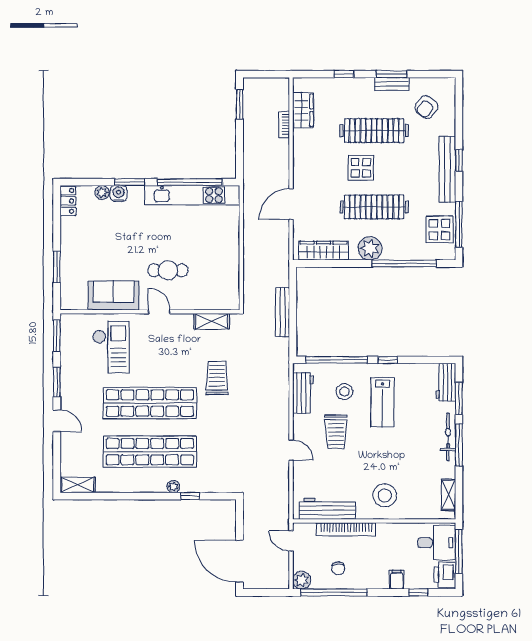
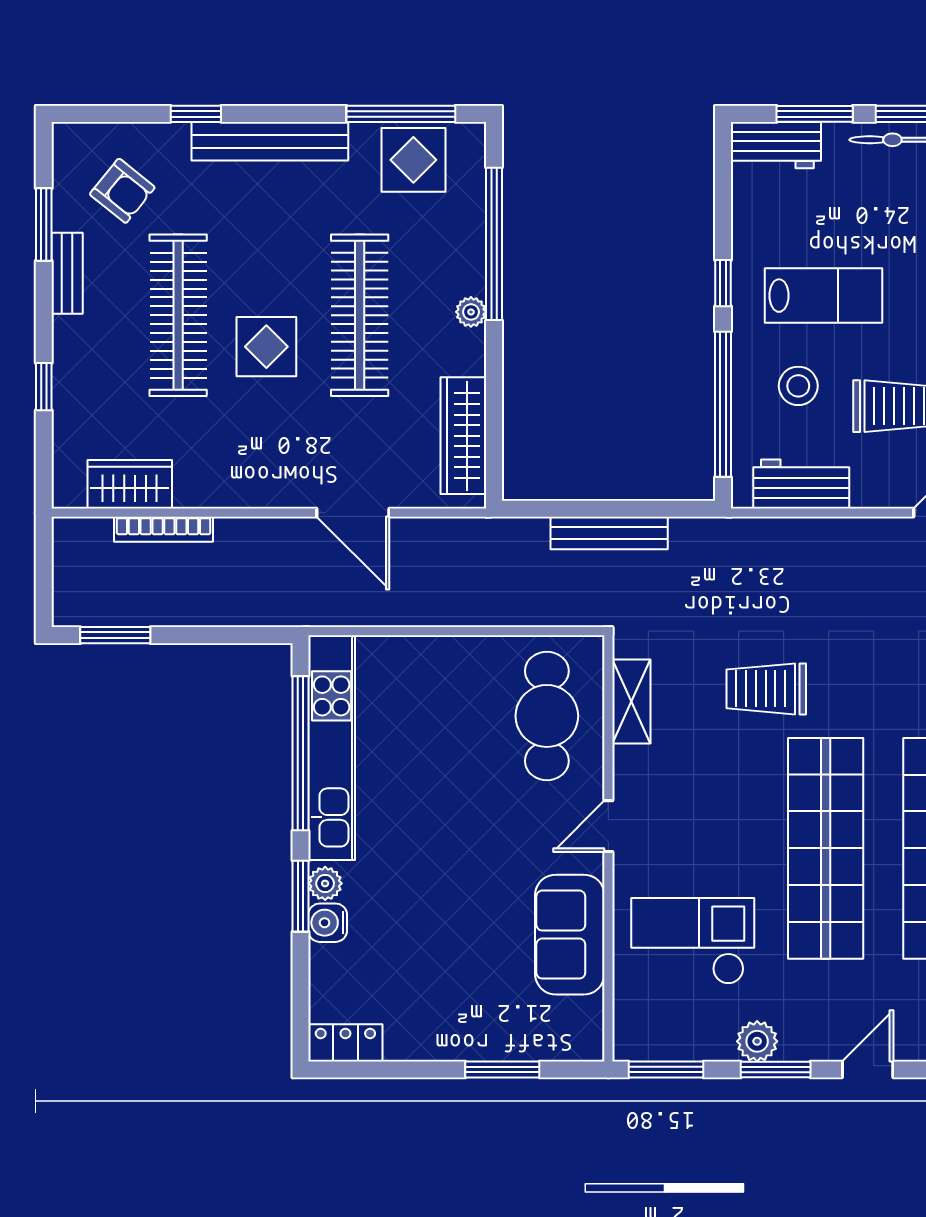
window: (392, 74) -> (44, 224), moved
bookcase: (284, 124) -> (164, 529), width x1.56
window: (459, 160) -> (196, 114), moved
plant: (102, 192) -> (325, 883), moved
plant: (370, 248) -> (471, 312), width x0.53, depth x0.53
cafe table: (168, 270) -> (547, 716), moved, width x1.37, depth x1.35
plant: (69, 374) -> (757, 1041), added

